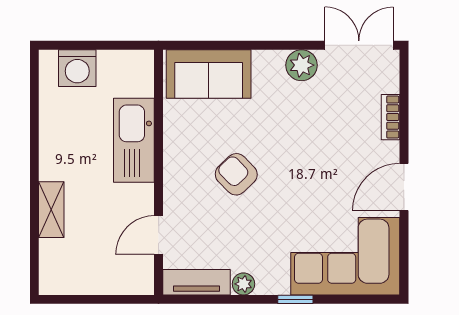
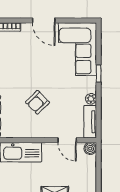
boiler: (142, 282) -> (90, 148), added

